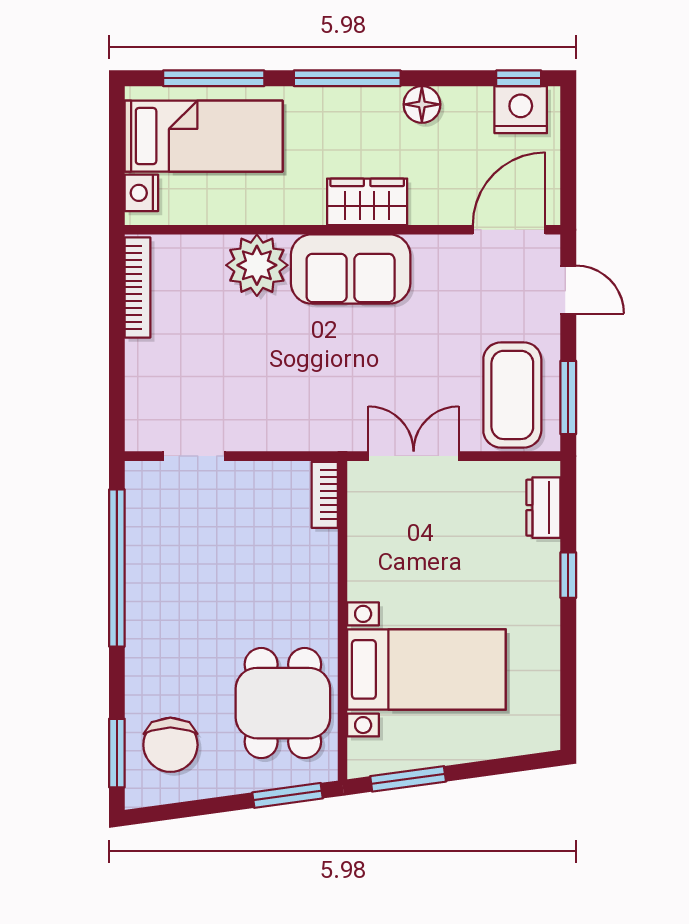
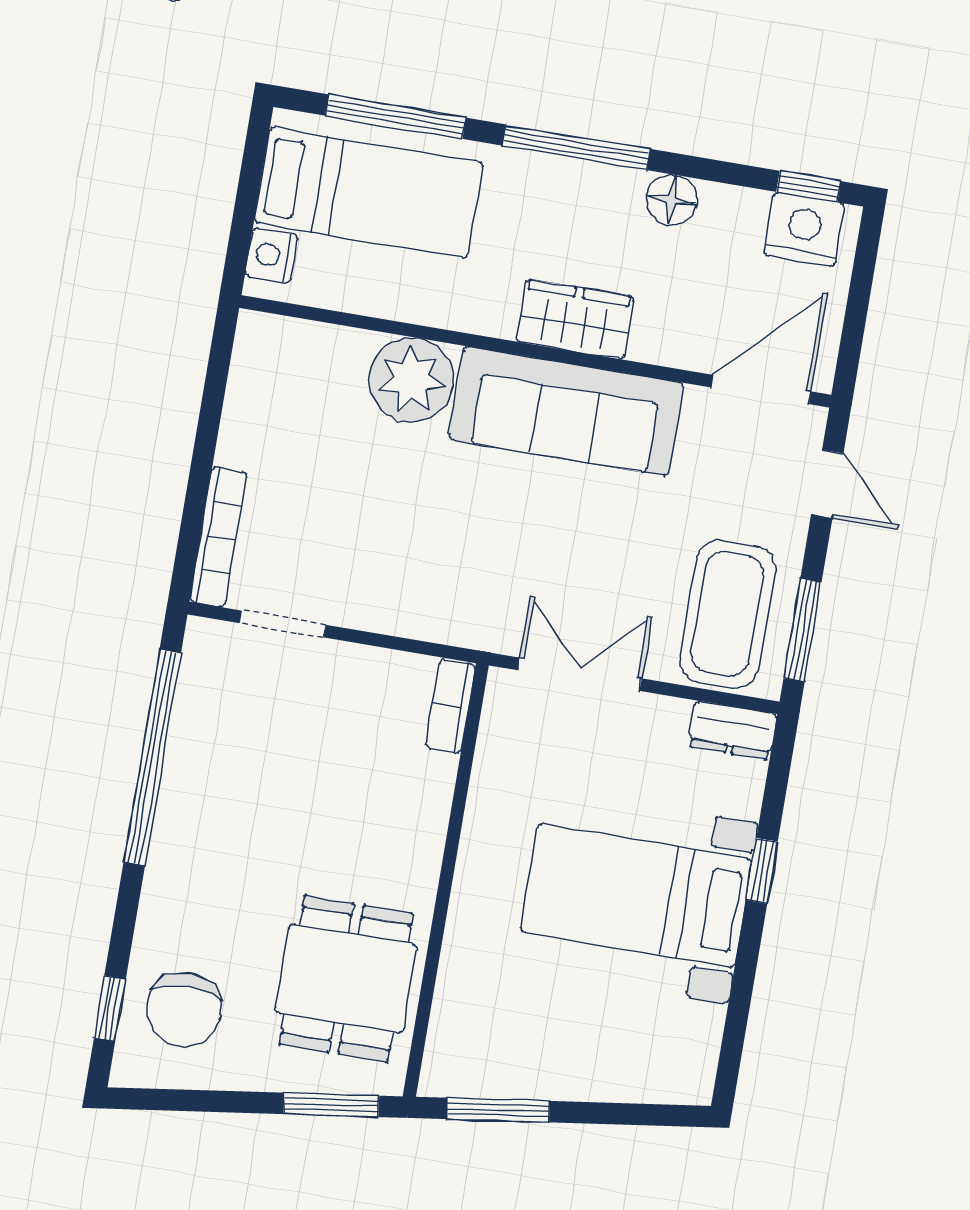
sofa: (351, 269) -> (566, 411), width x1.36
bookcase: (138, 287) -> (218, 537), moved
dresser: (543, 508) -> (732, 730), moved, turned -90
bed with nightstands: (426, 669) -> (636, 895), moved, turned 180
window: (117, 753) -> (110, 1008), width x0.67

